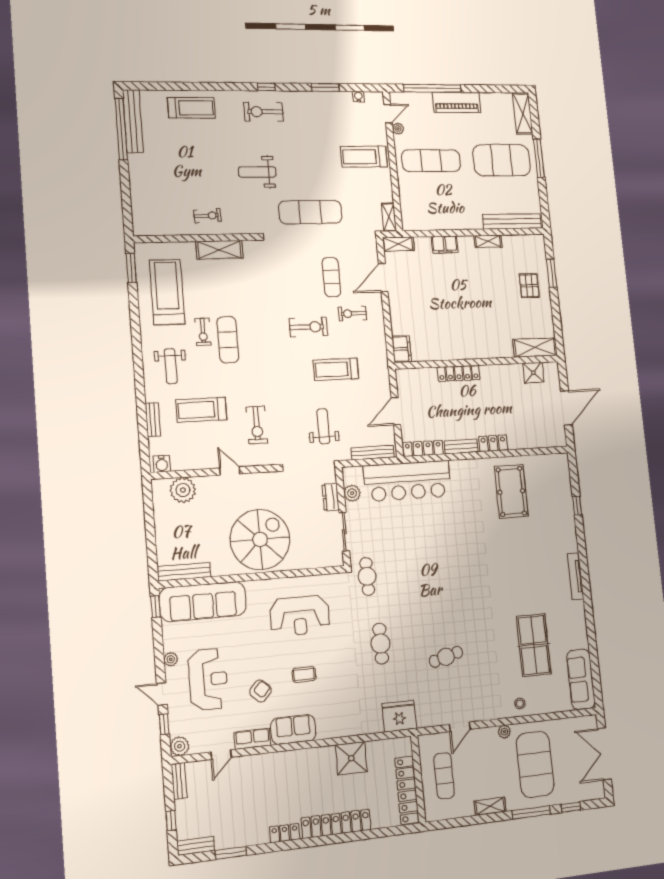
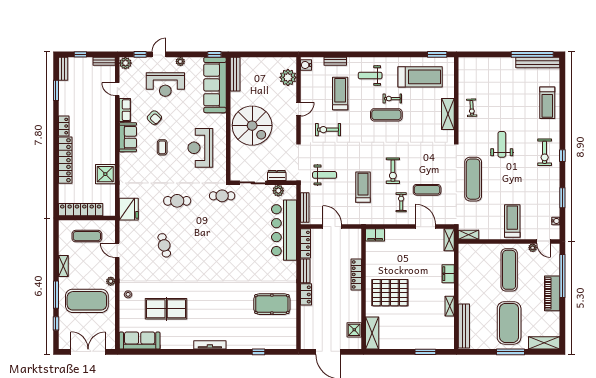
exercise bike: (264, 112) -> (545, 152), turned 180
pallet: (529, 286) -> (390, 293), moved, width x2.05, depth x2.00

